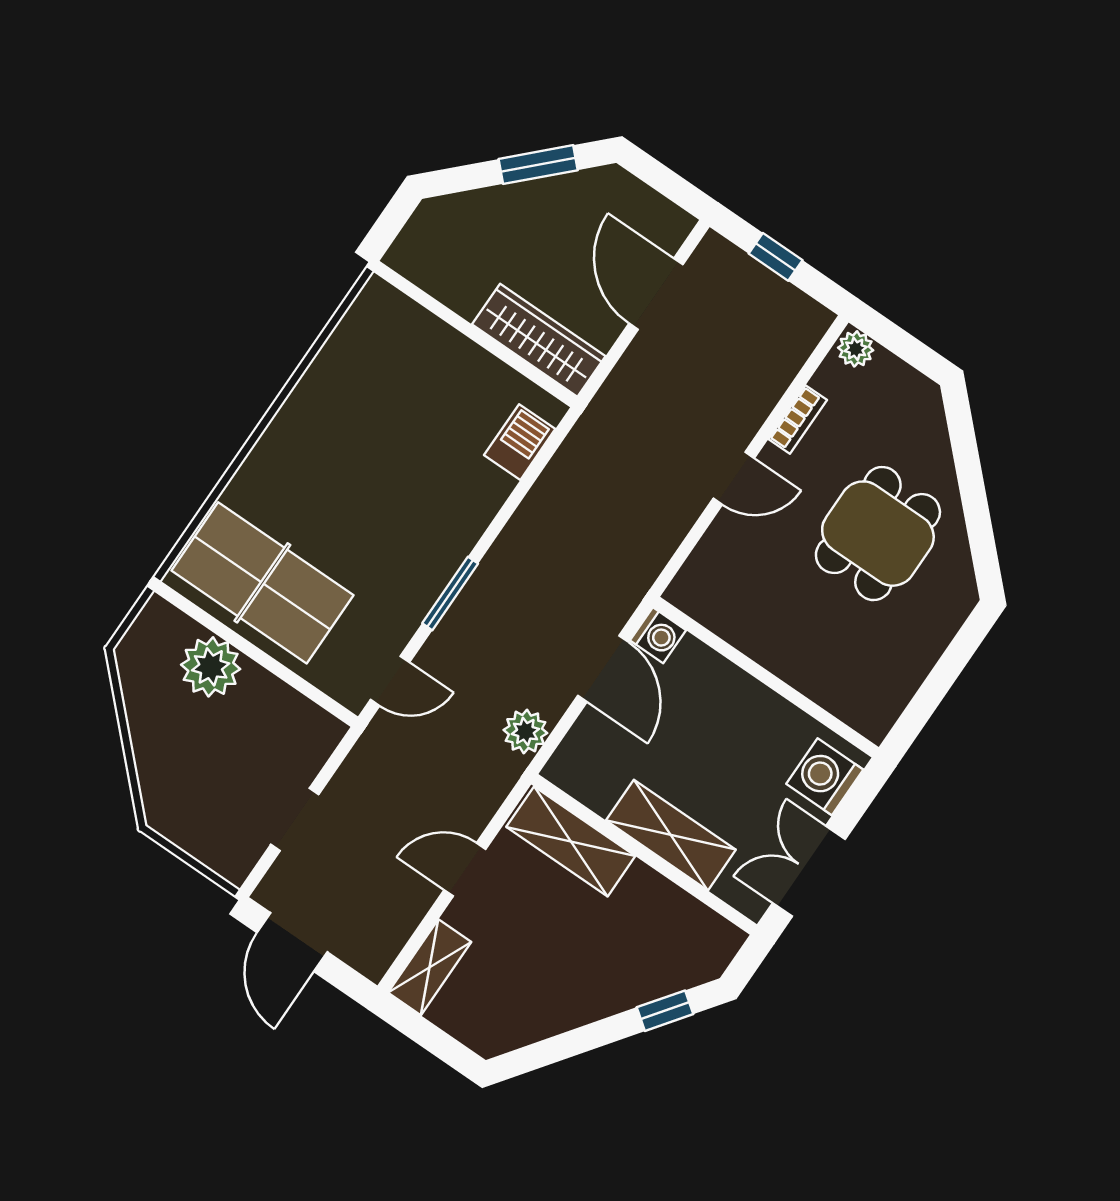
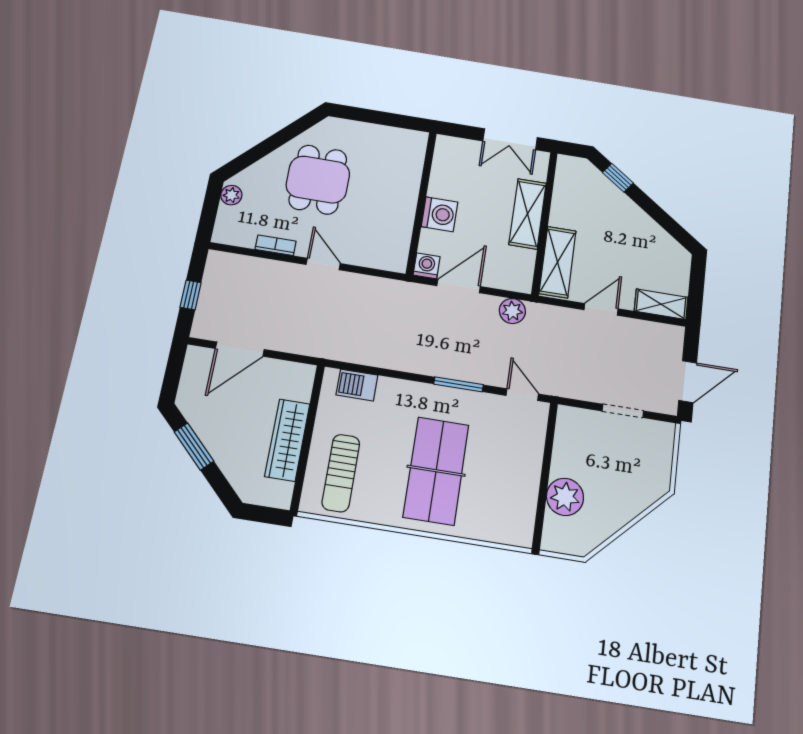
wardrobe: (539, 340) -> (287, 440), moved
plant: (856, 349) -> (231, 195), moved
sun lounger: (399, 358) -> (341, 473), added
dining table: (878, 534) -> (318, 180), turned 90
table tennis table: (262, 583) -> (436, 471), moved
washing machine: (825, 777) -> (440, 214), moved, turned -90
door: (465, 870) -> (601, 309), swing flipped

